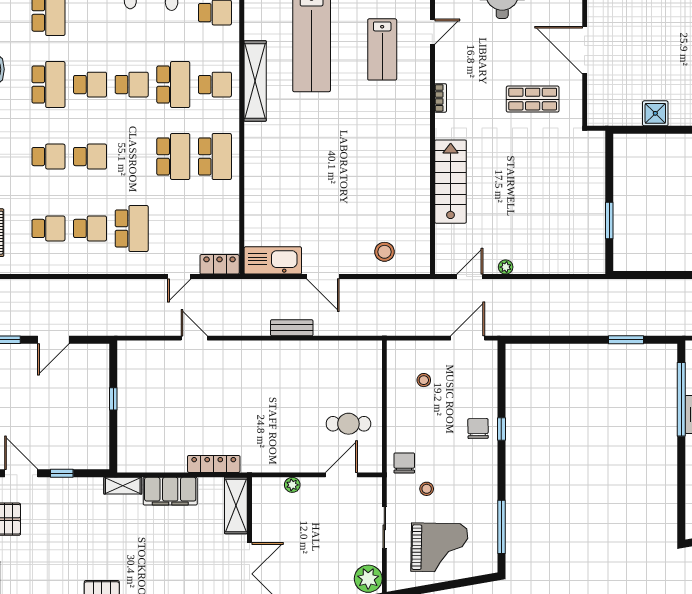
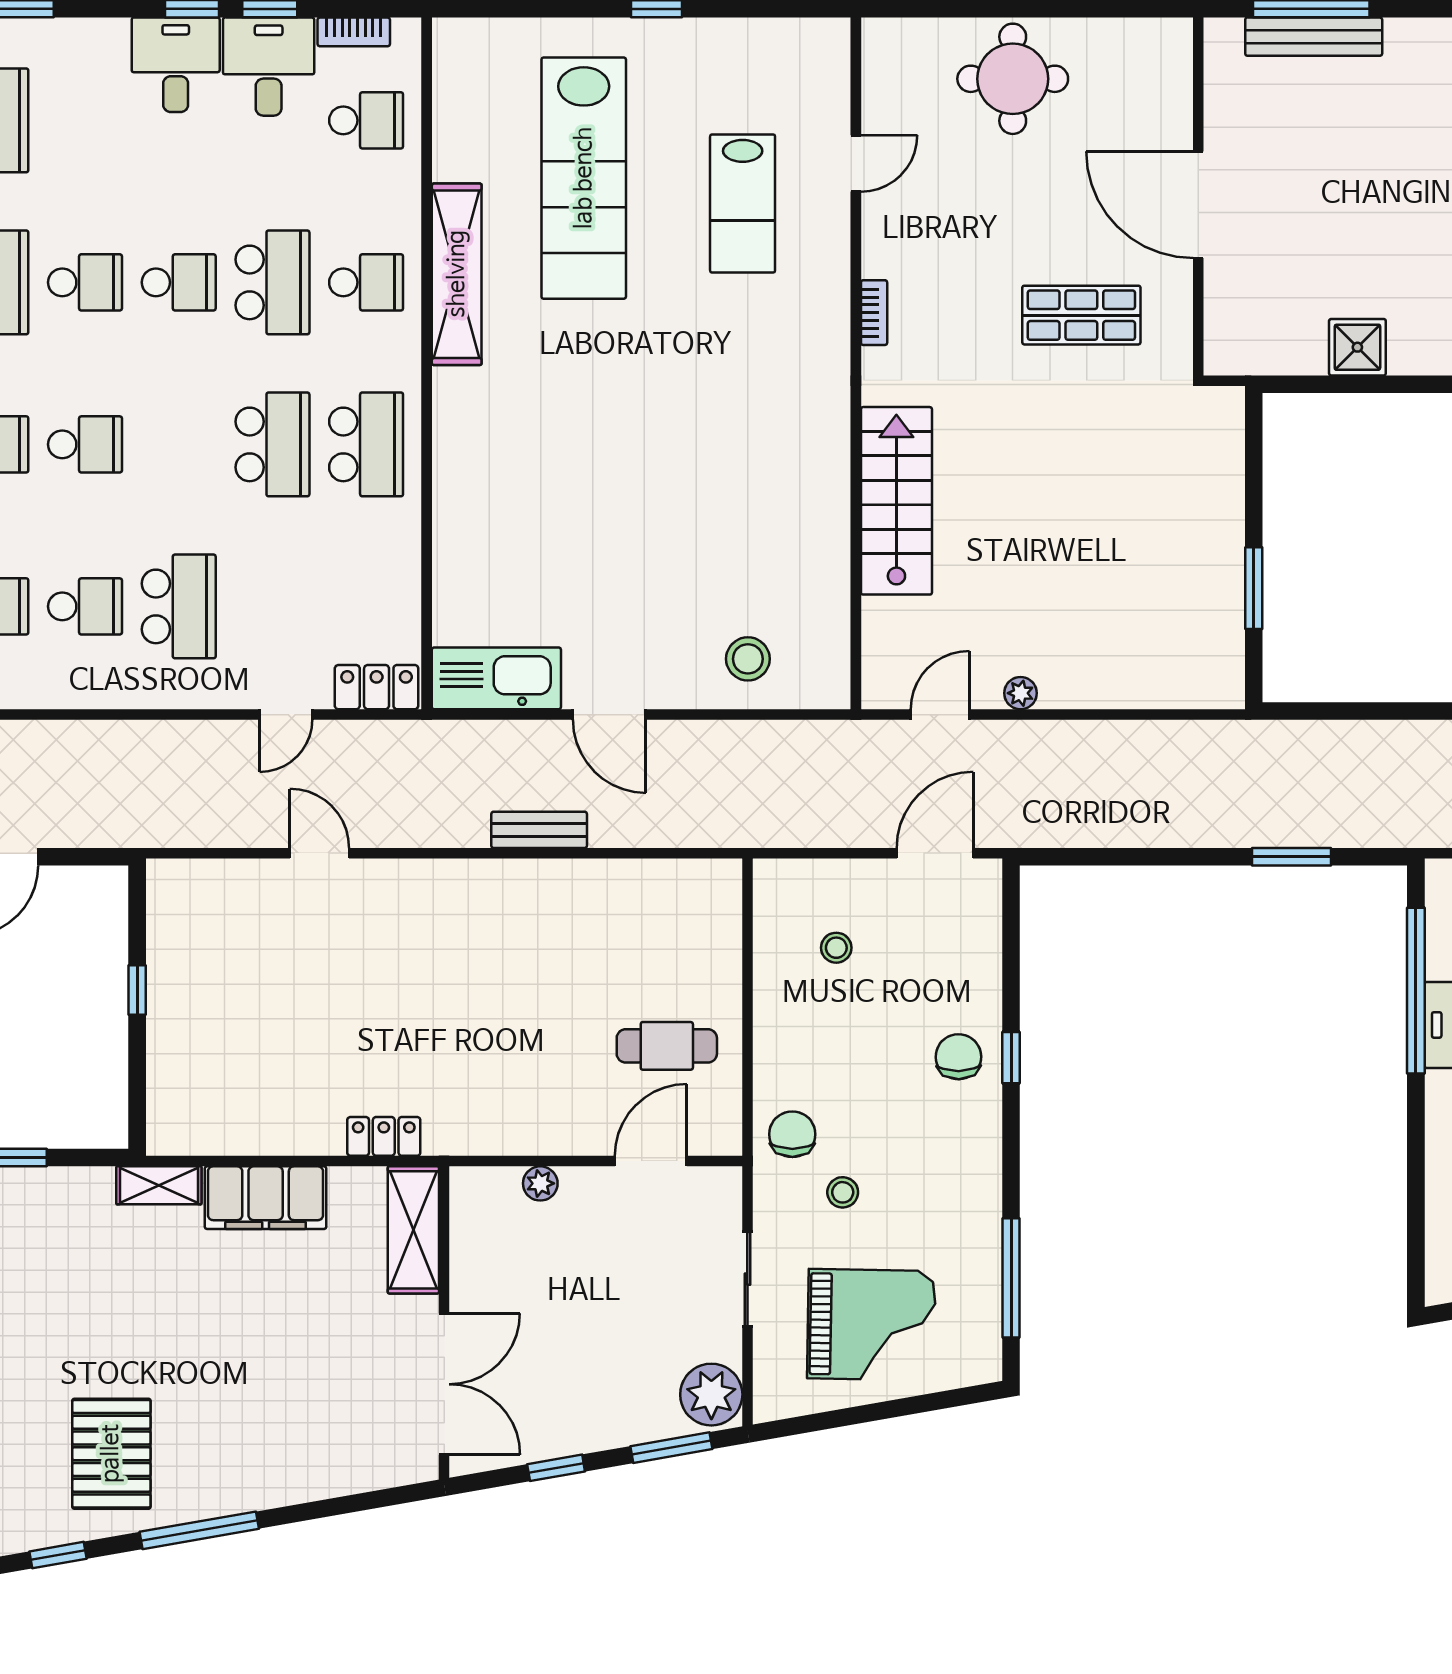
locker: (214, 464) -> (384, 1136), width x0.66

